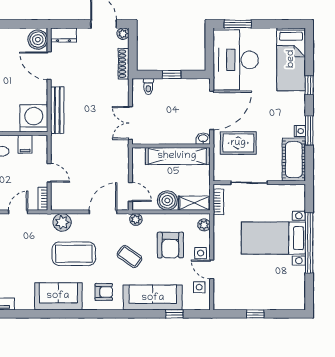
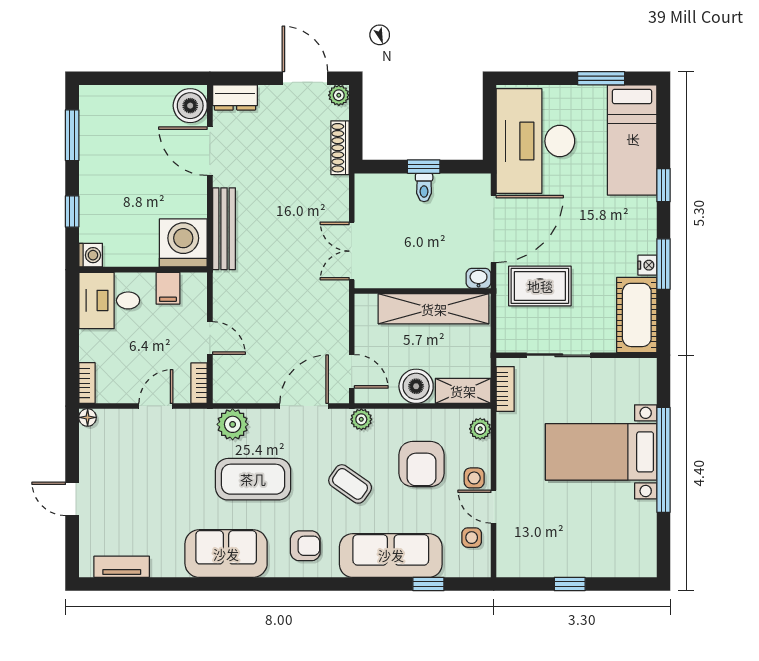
window: (238, 24) -> (601, 78), moved
toilet: (148, 87) -> (424, 187), moved

